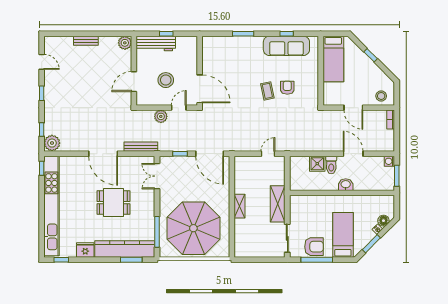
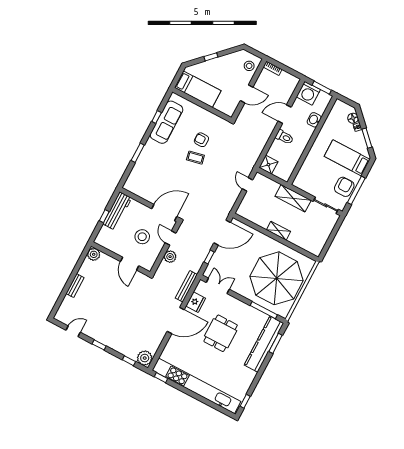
workbench: (156, 43) -> (117, 211), moved
washing machine: (389, 161) -> (308, 93), width x1.89, depth x1.89
shower: (317, 164) -> (268, 165), moved
double door: (157, 176) -> (218, 286), swing flipped
washbasin: (346, 185) -> (314, 120), moved
fridge: (85, 250) -> (196, 302), moved, turned 180

